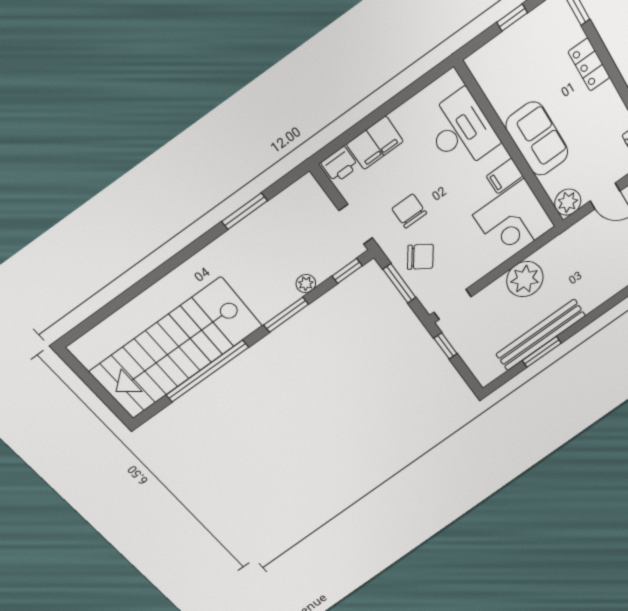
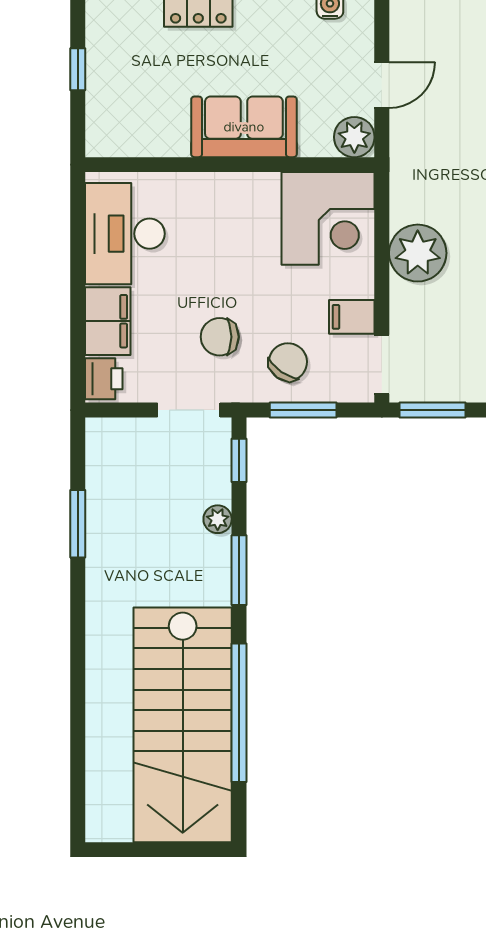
desk: (461, 131) -> (125, 234), moved, turned -90
filing cabinet: (505, 176) -> (352, 317), moved, turned 90
window: (446, 346) -> (433, 410), width x1.50

